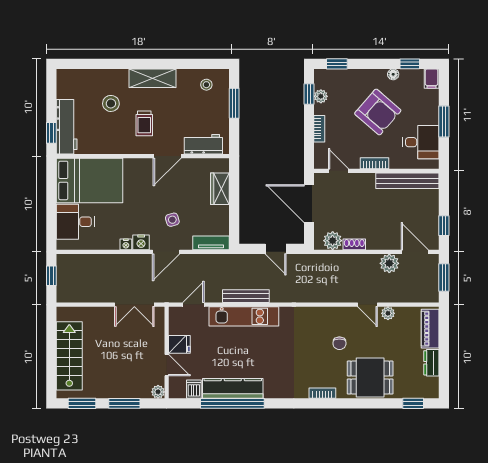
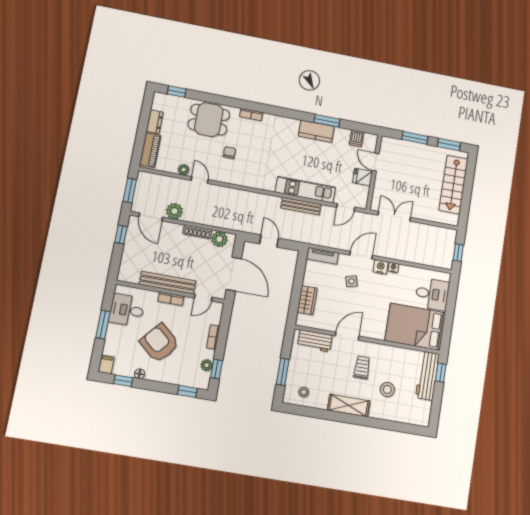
door: (339, 171) -> (203, 298), hinge flipped
bench: (407, 181) -> (168, 283), moved
shoe rack: (354, 244) -> (197, 232), width x1.43
kitchen counter: (233, 388) -> (316, 131), width x0.67
plant: (158, 392) -> (386, 142), removed
window: (232, 403) -> (327, 121), width x0.47

